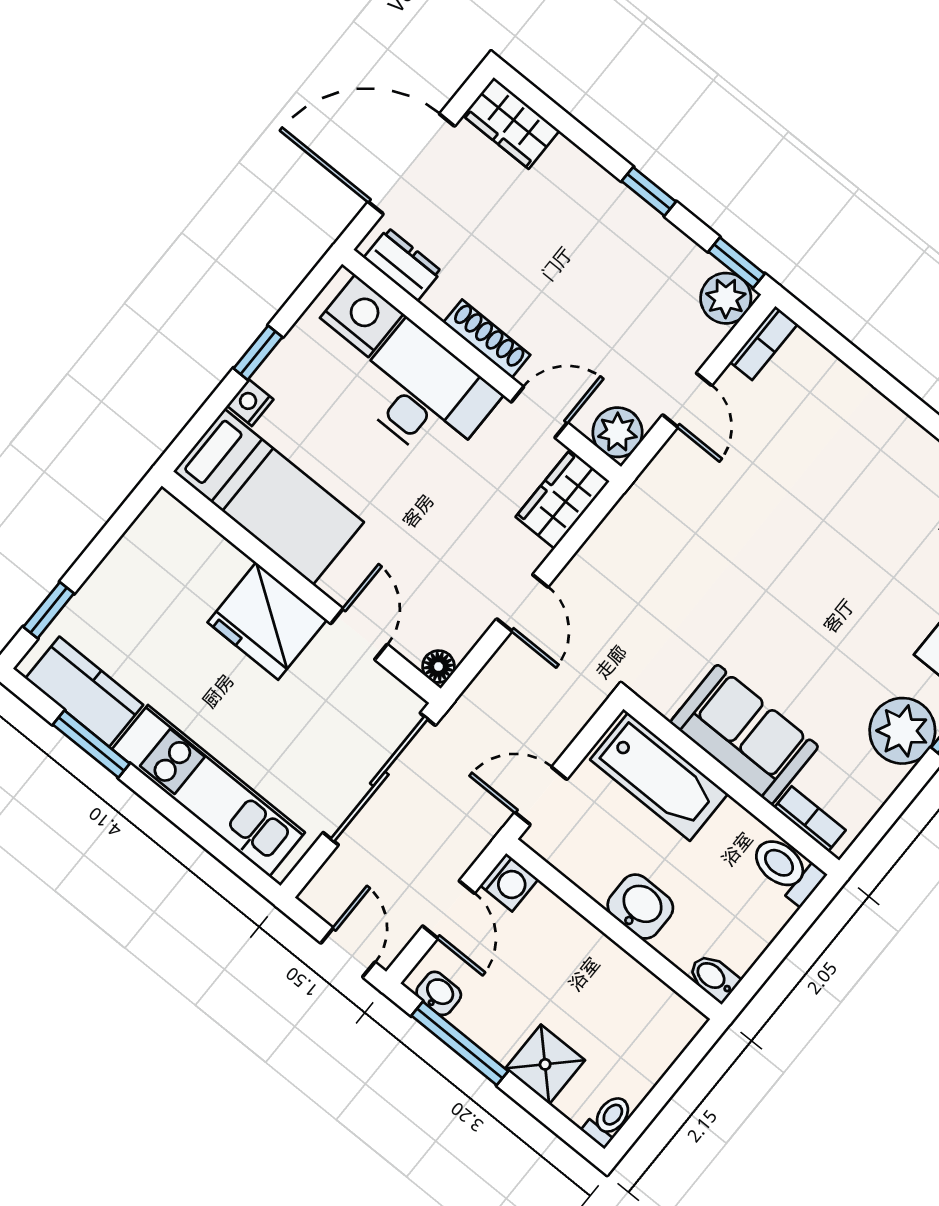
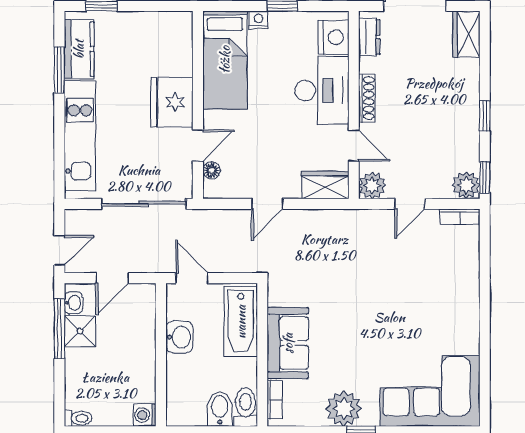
floor lamp: (438, 666) -> (212, 170), moved
washing machine: (509, 882) -> (144, 415), moved, turned 90
washbasin: (640, 907) -> (179, 337), moved
bidet: (714, 978) -> (220, 409), moved, width x1.38, depth x1.36
shower: (545, 1064) -> (80, 331), moved

